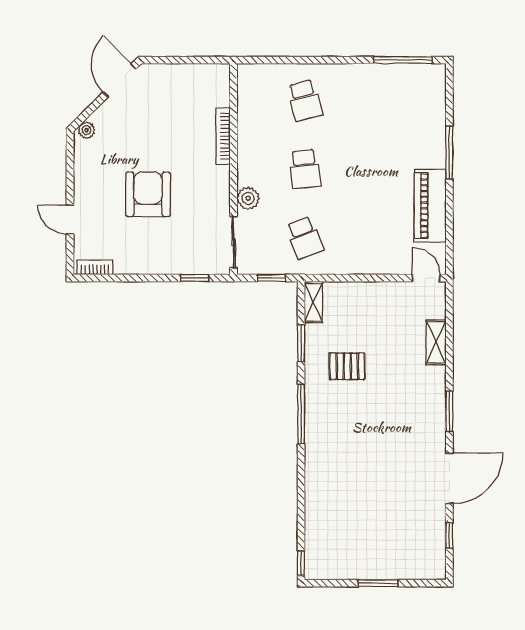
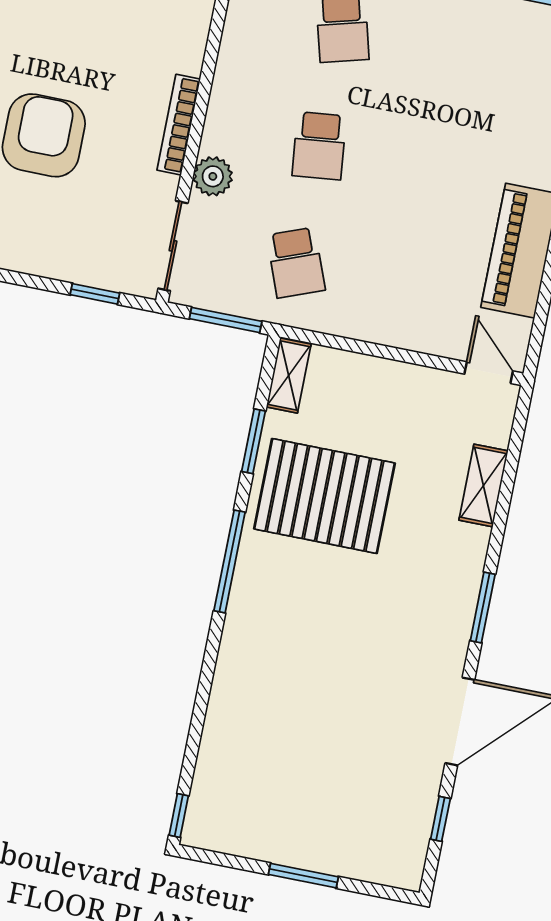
bookcase: (223, 136) -> (179, 125), moved
window: (272, 278) -> (226, 320), width x1.50
pallet: (347, 366) -> (324, 496), width x2.05, depth x2.00

